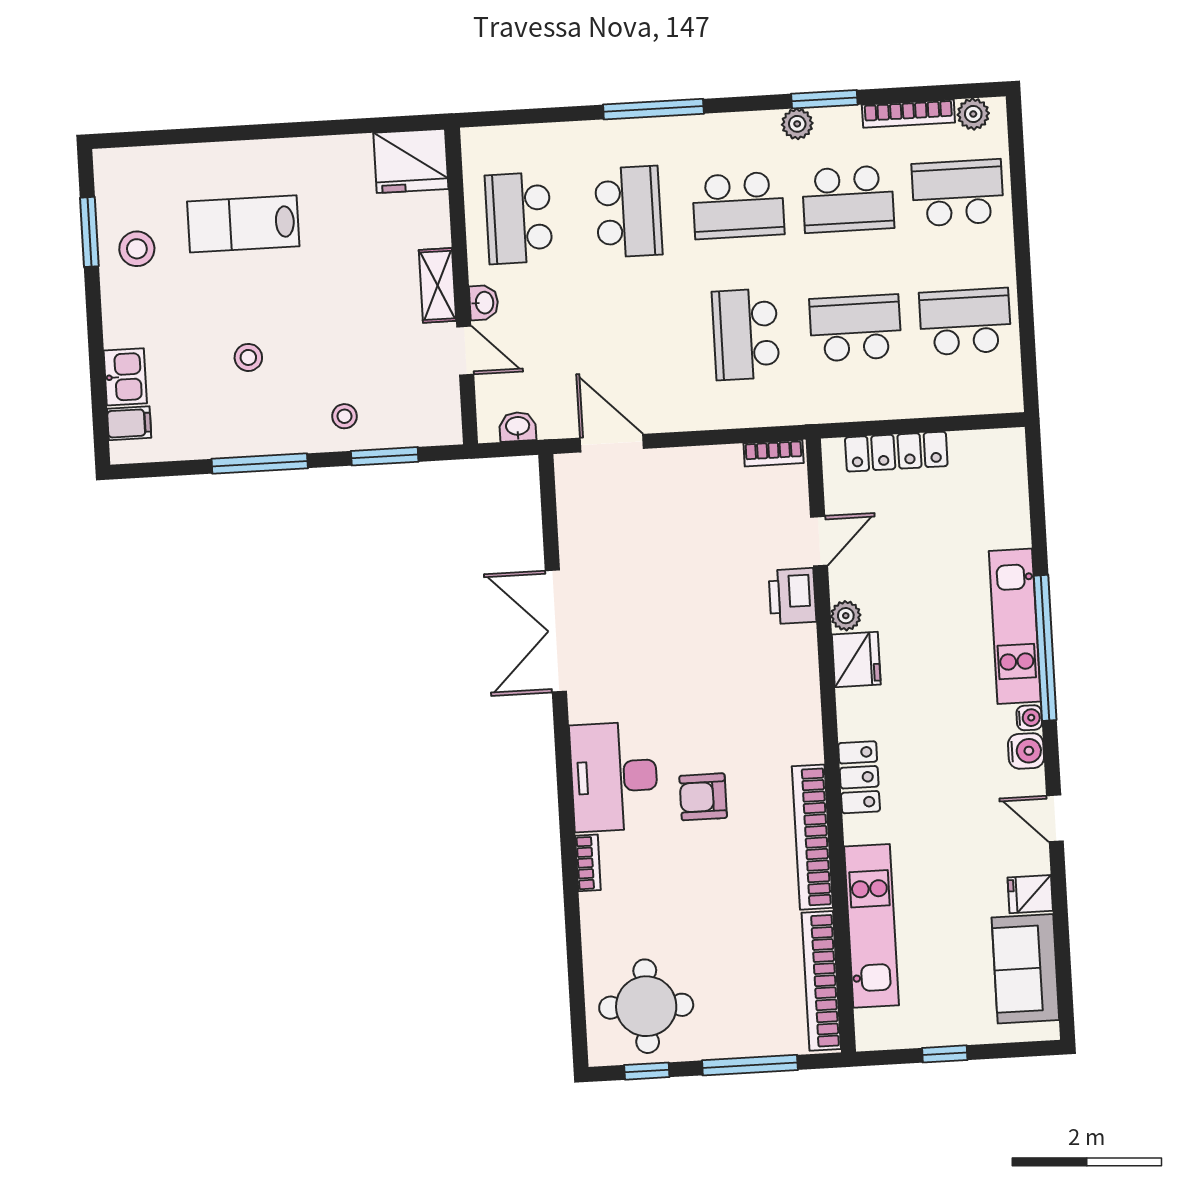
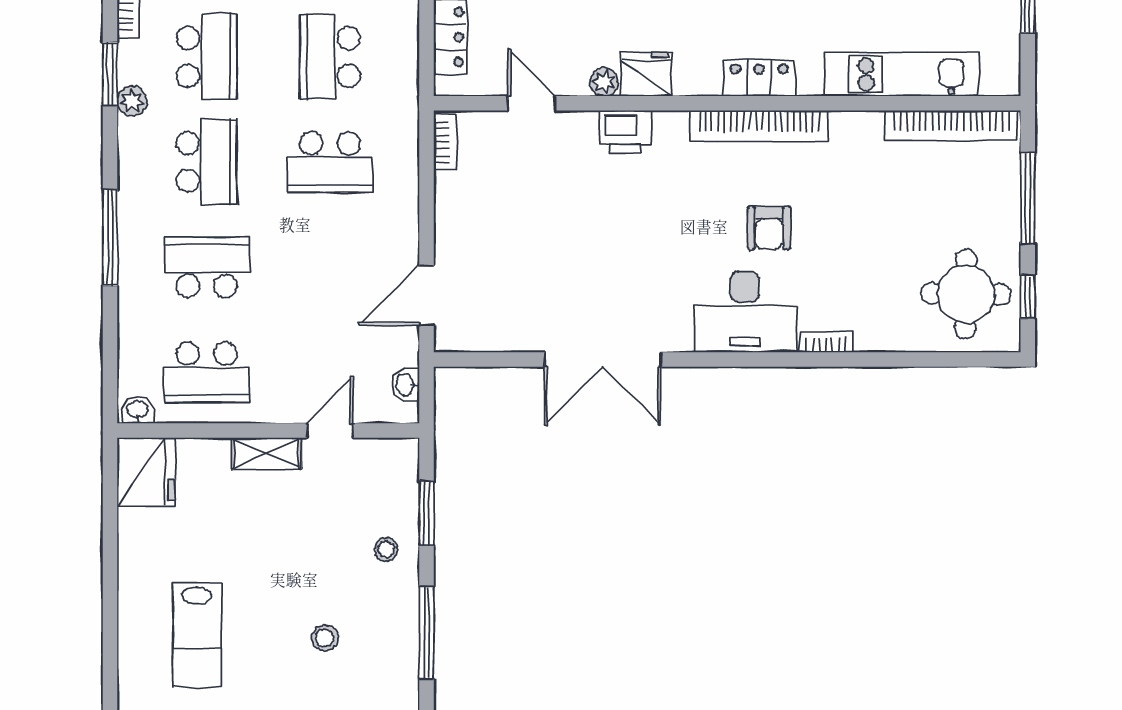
washbasin: (484, 303) -> (138, 410), moved
printer: (792, 596) -> (625, 132), moved
bookcase: (812, 837) -> (759, 126), moved

